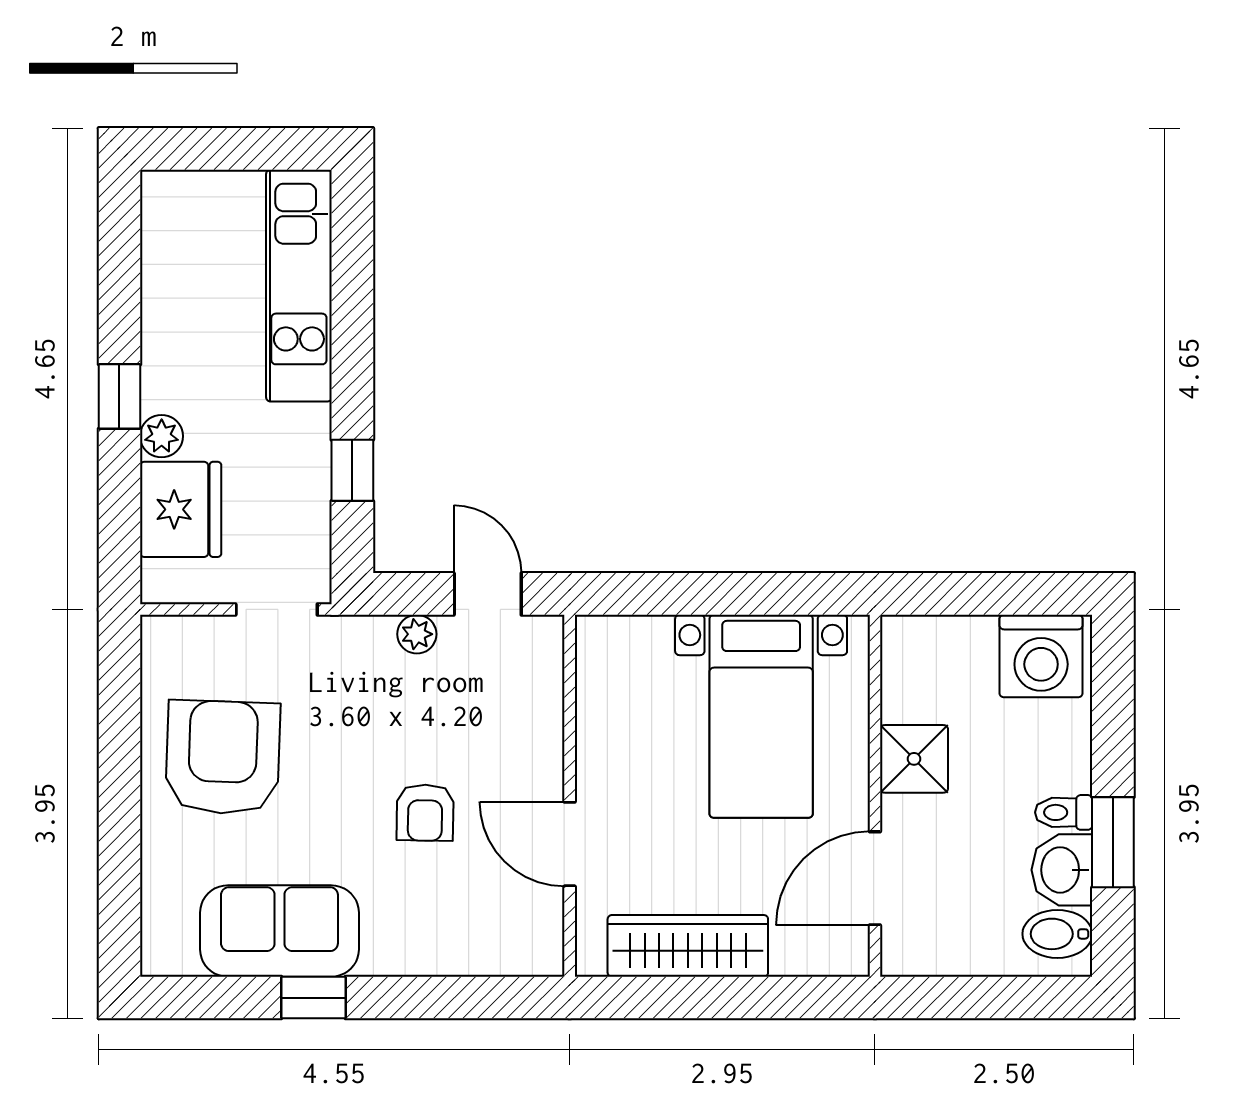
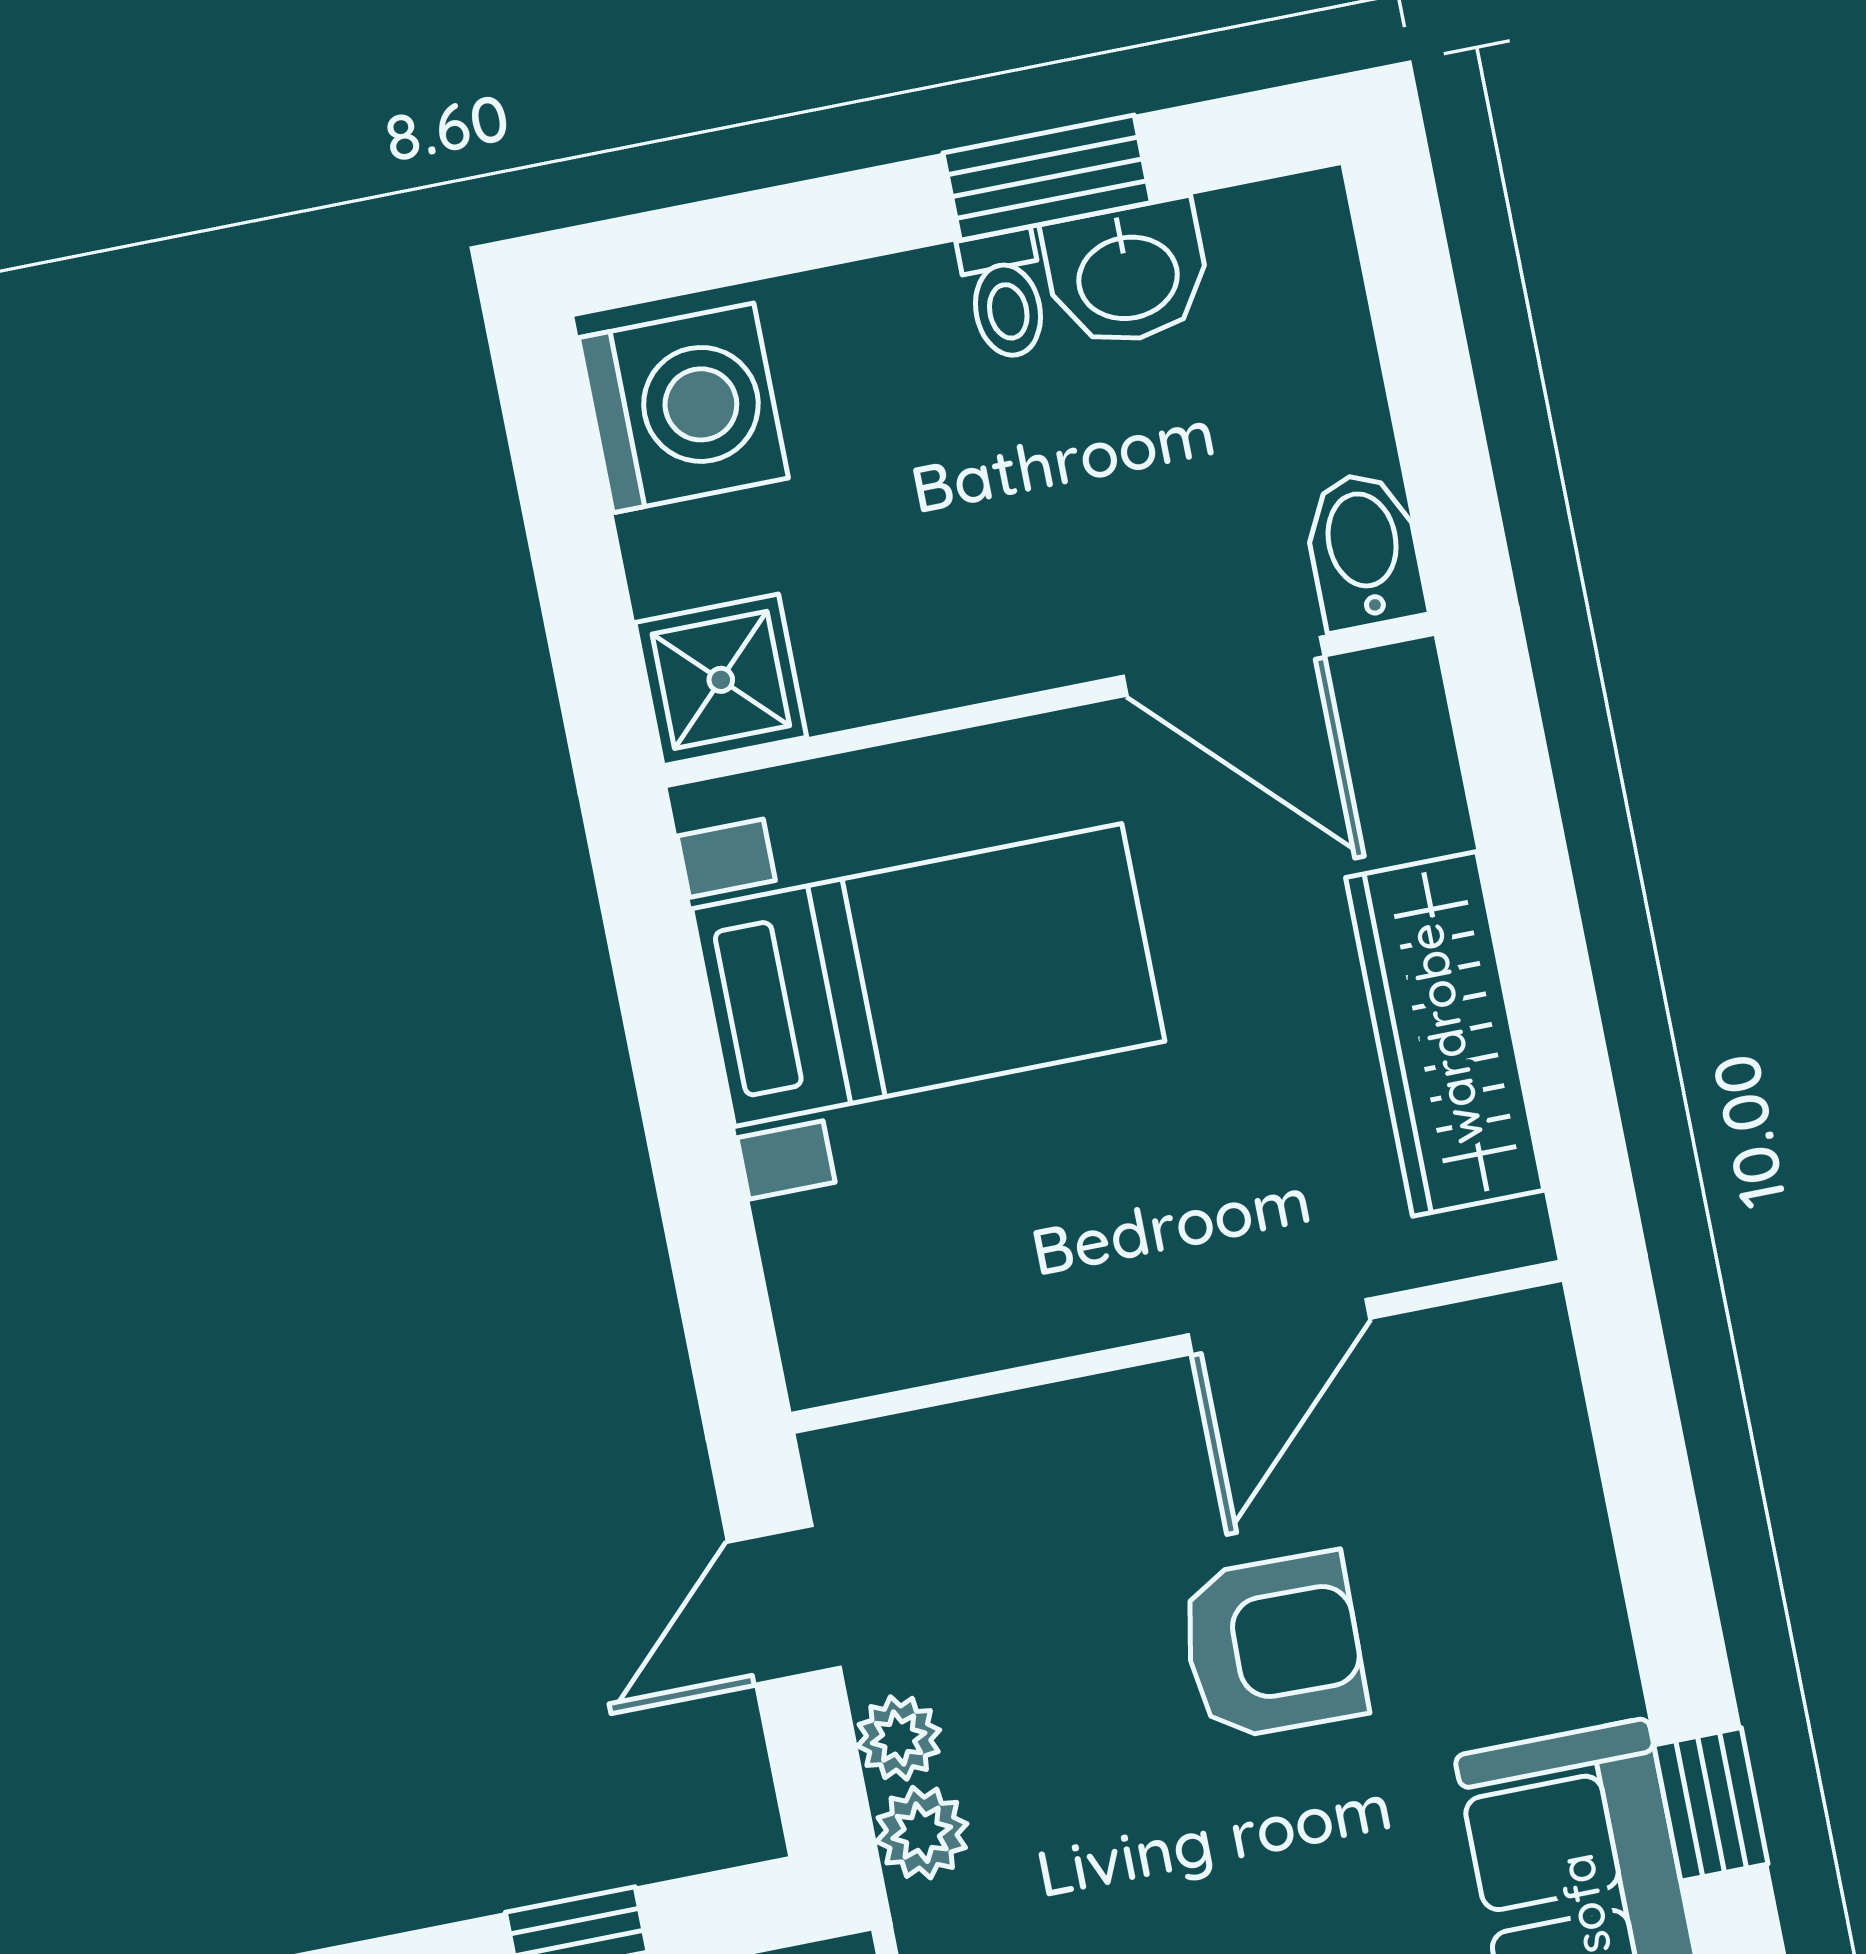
plant: (372, 636) -> (922, 1833), added
shower: (914, 759) -> (721, 680), moved
armchair: (425, 813) -> (1273, 1646), width x1.38, depth x1.38
bidet: (1057, 934) -> (1364, 550), moved, turned 180

